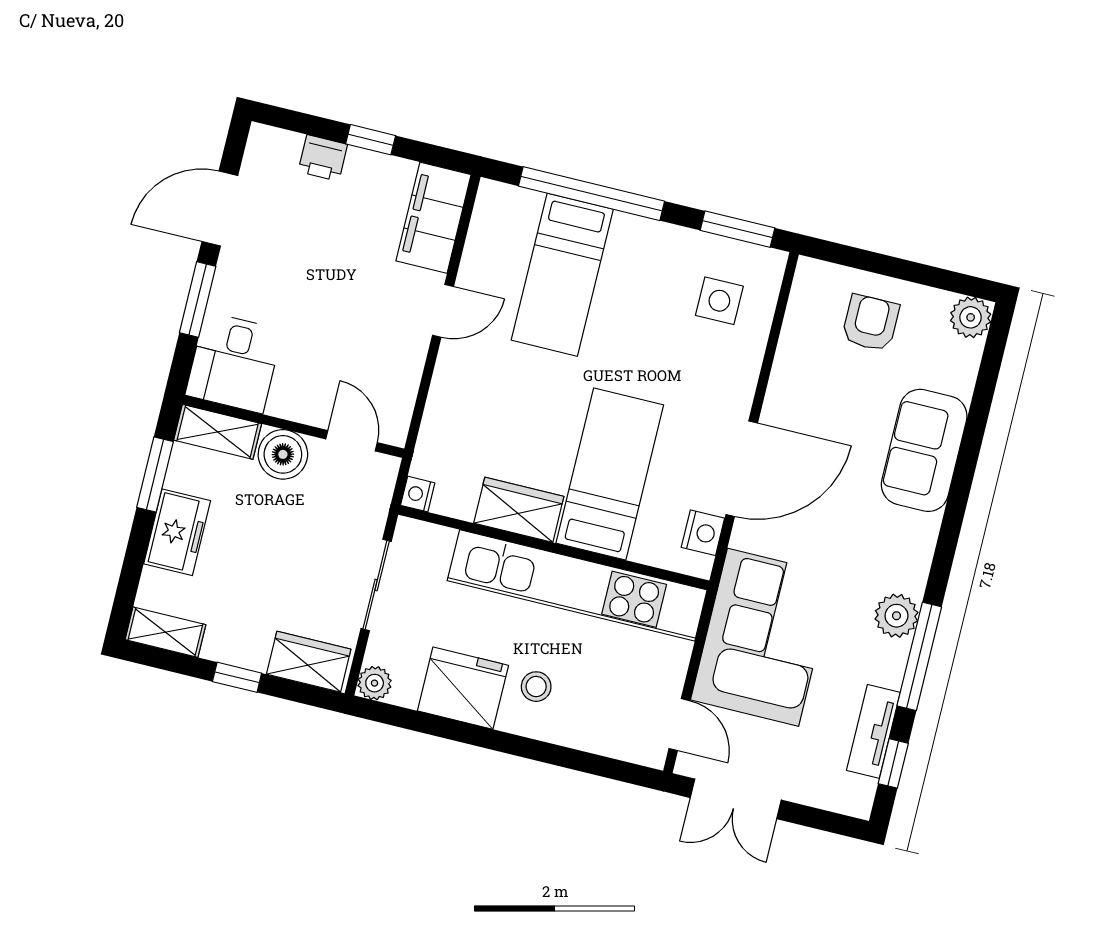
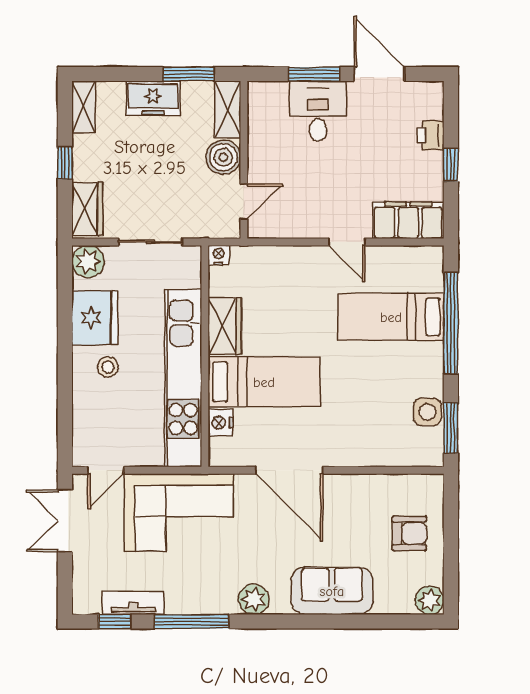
side table: (719, 301) -> (427, 412), moved
desk: (234, 362) -> (318, 111), moved, turned 90
nightstand: (703, 533) -> (221, 423), moved, turned 90
plant: (896, 616) -> (254, 599), moved
plant: (375, 683) -> (88, 261), width x1.38, depth x1.38

